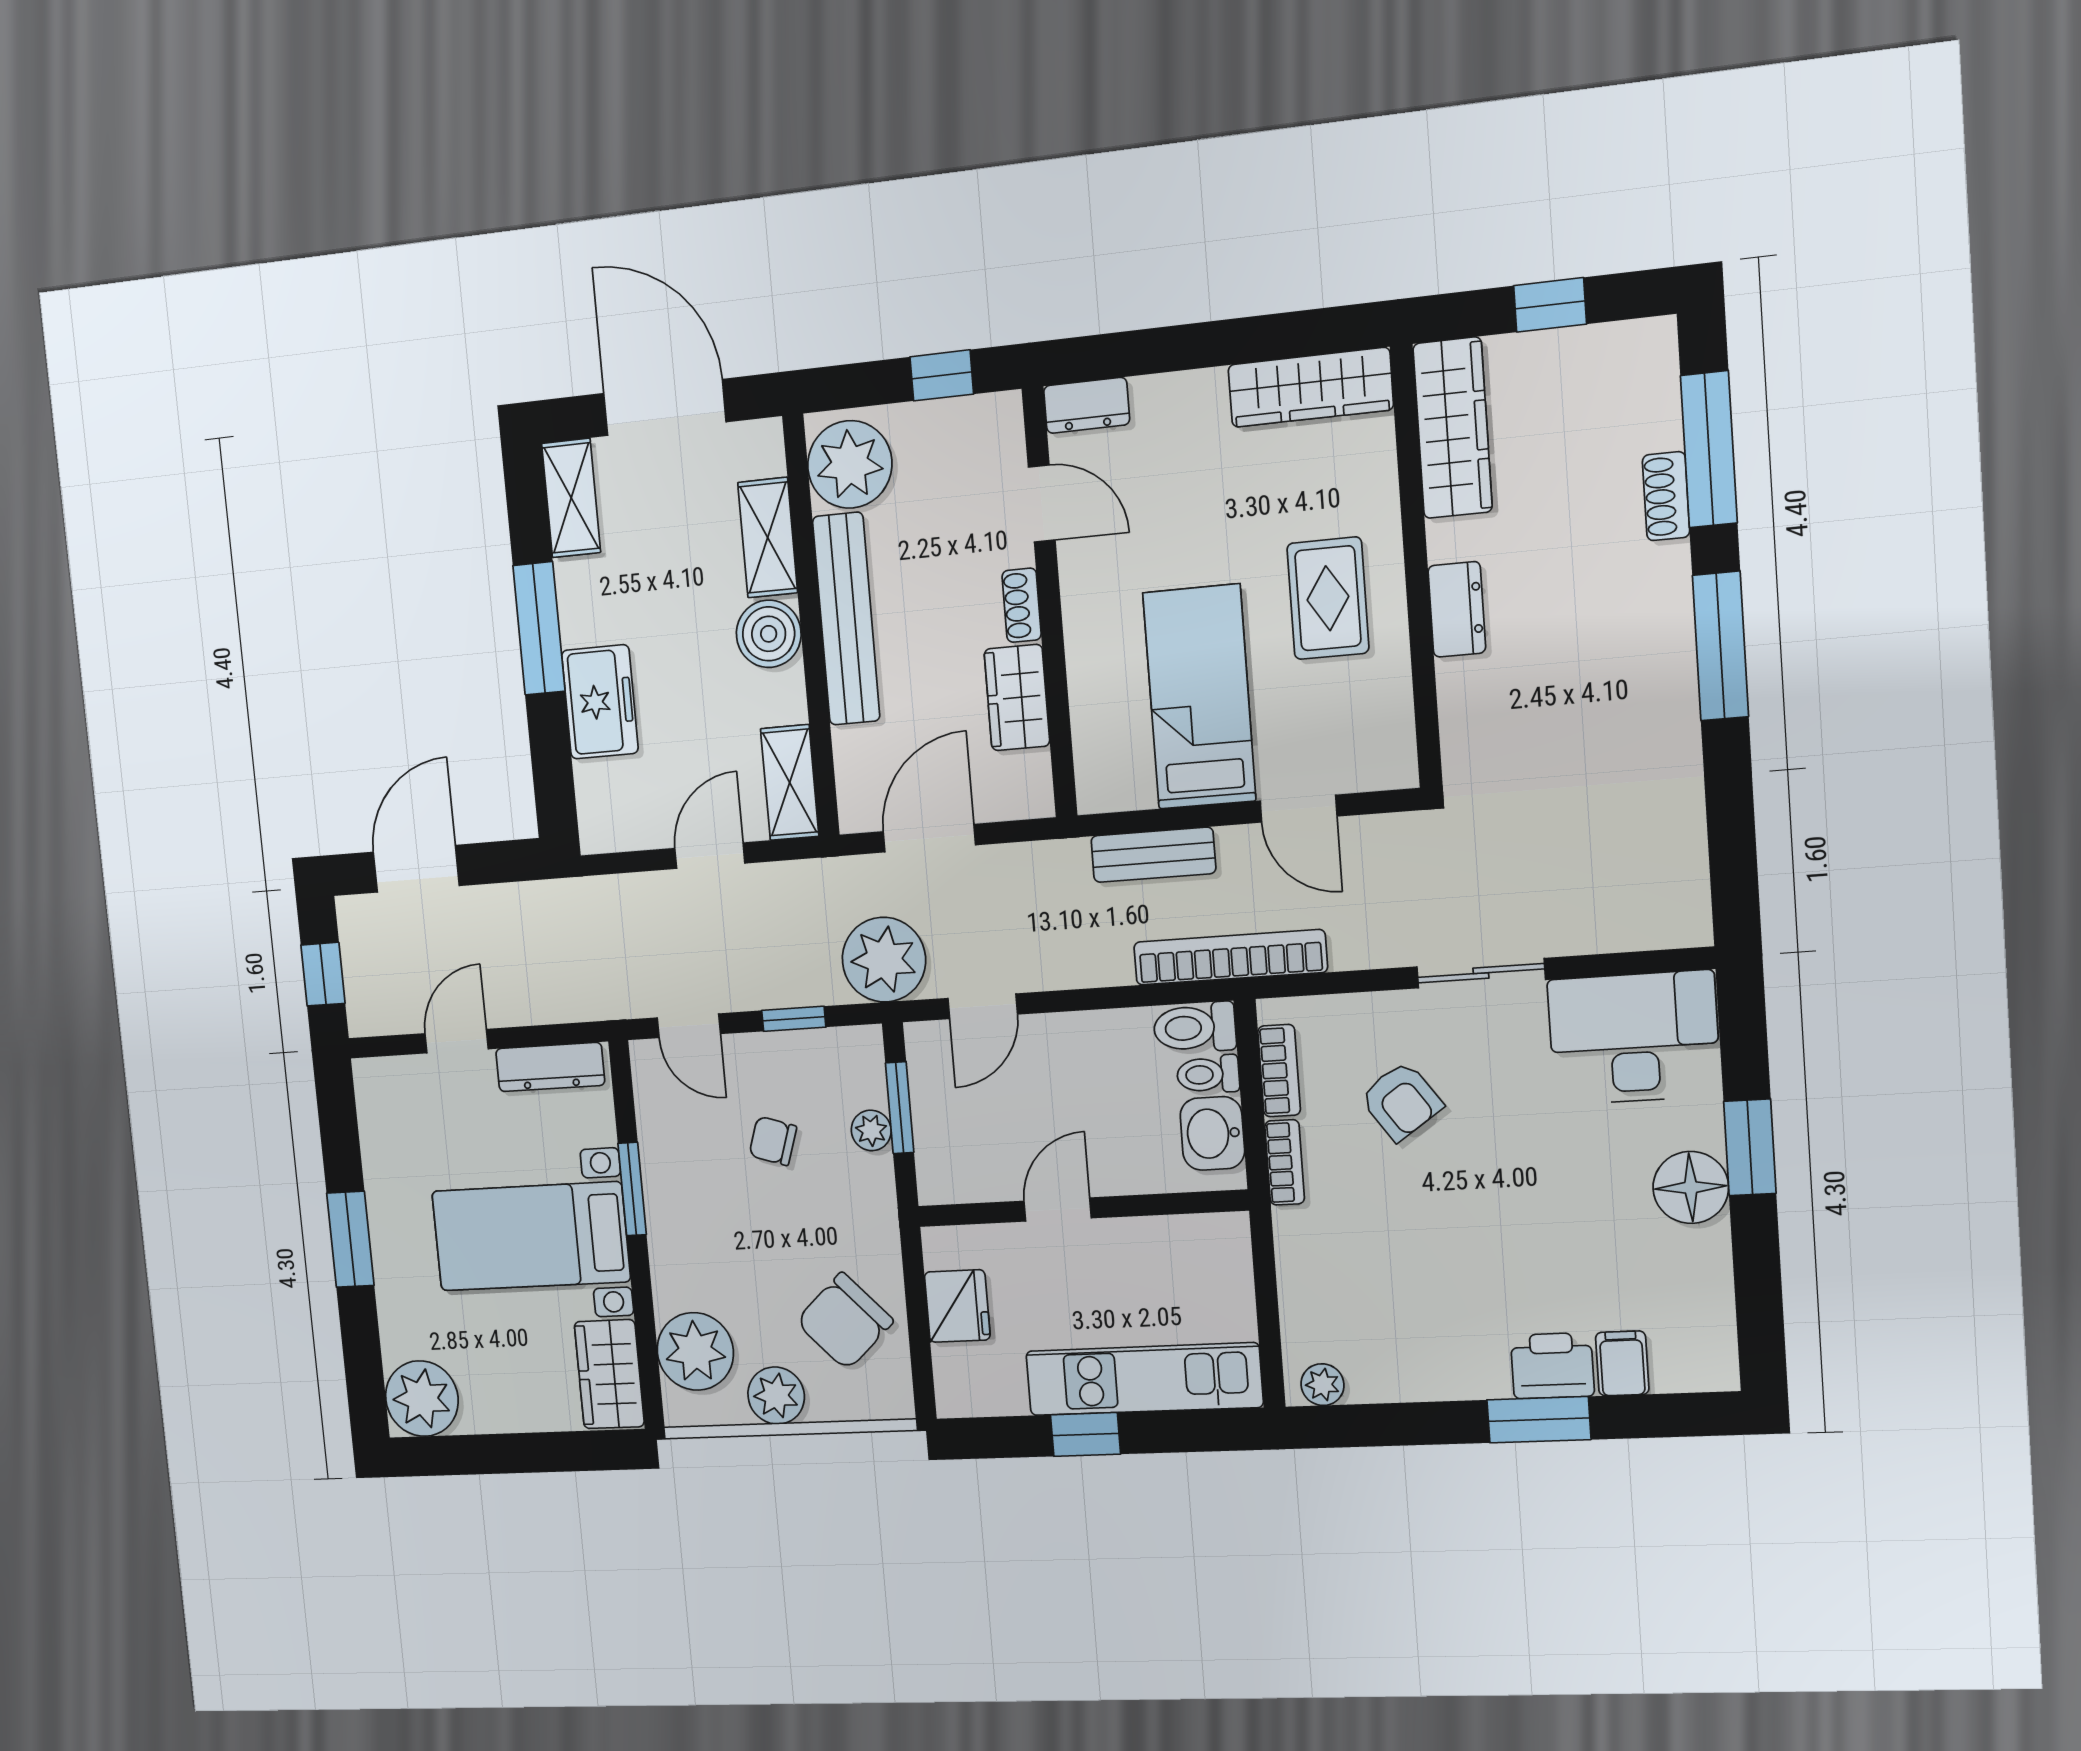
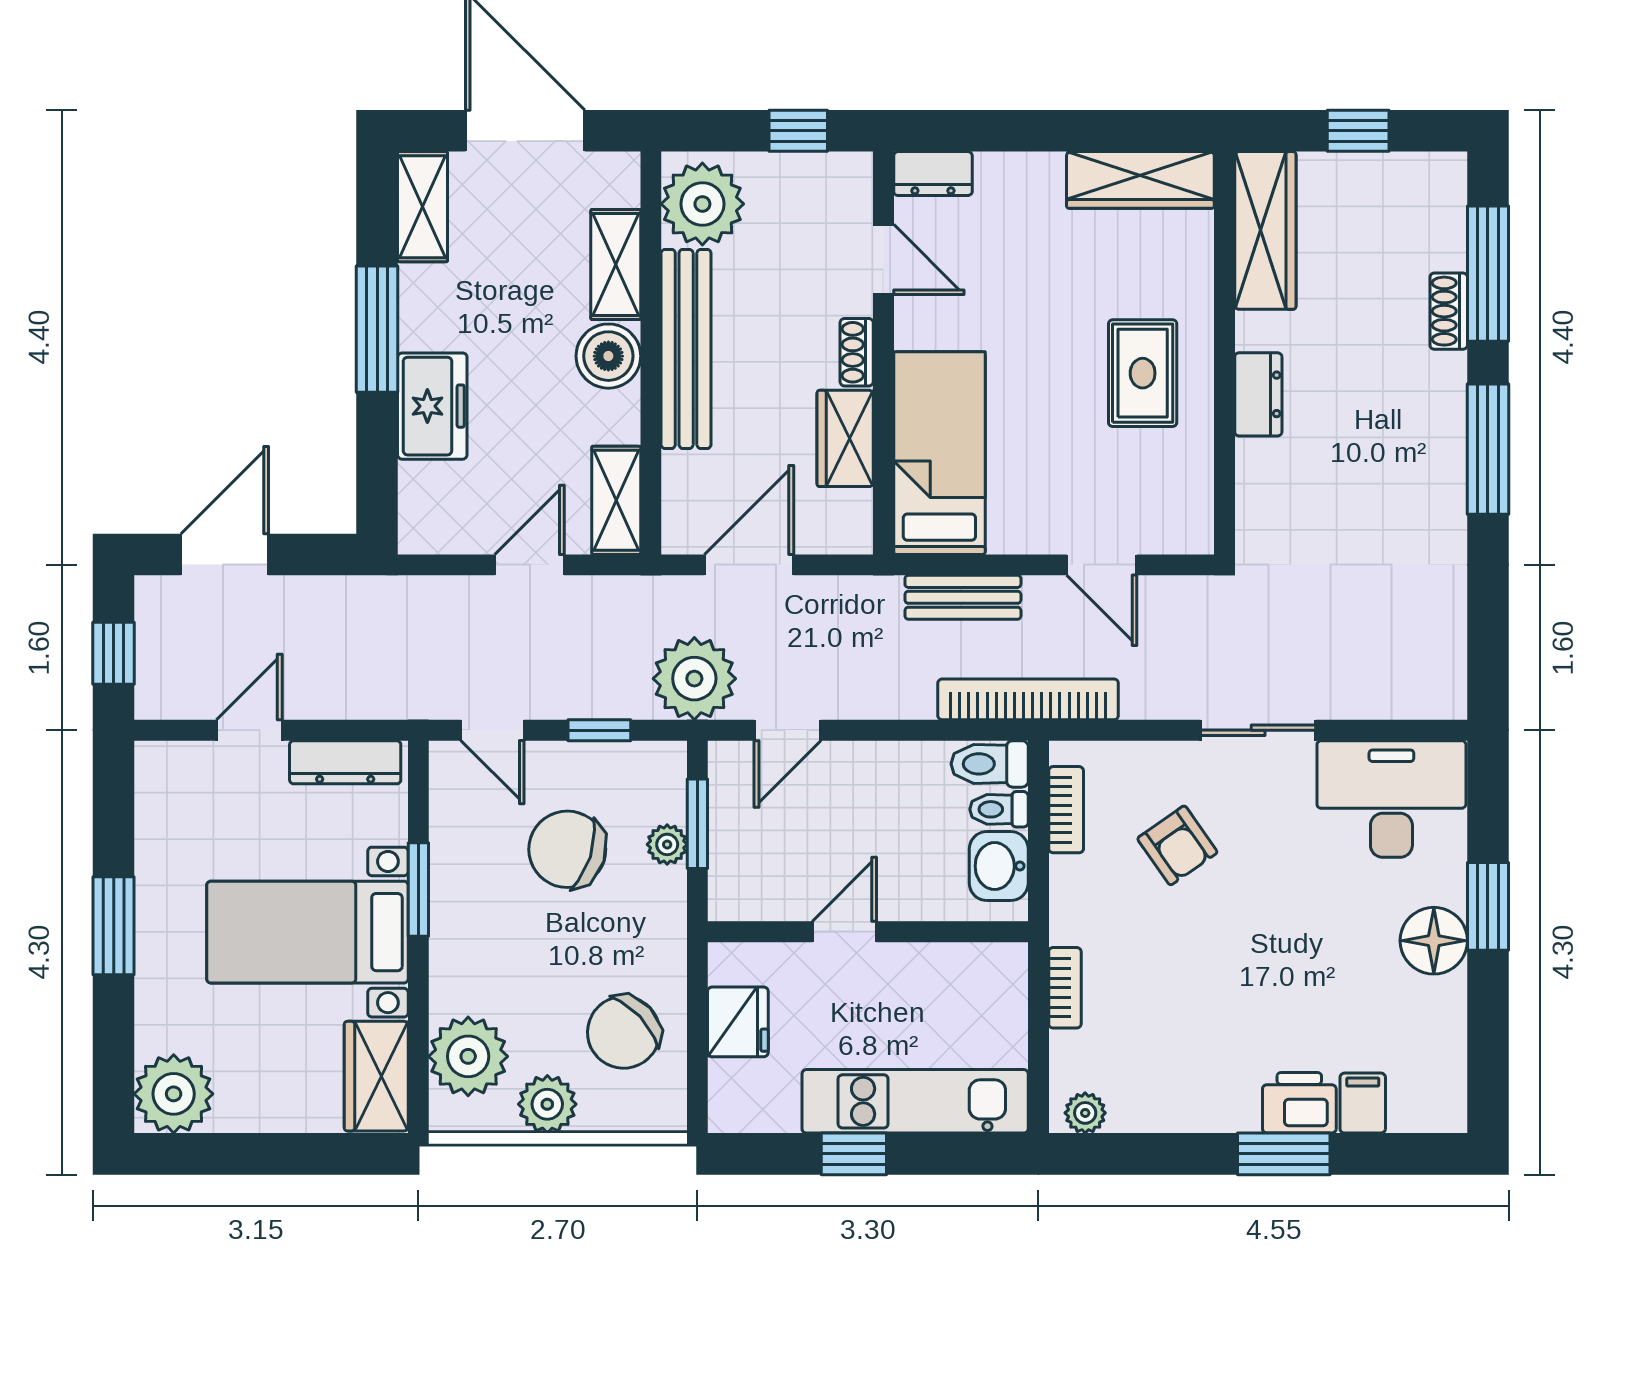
bed: (1199, 697) -> (939, 453), moved
chair: (773, 1141) -> (567, 849), width x1.87, depth x1.87
bookcase: (1285, 1162) -> (1065, 988), moved

